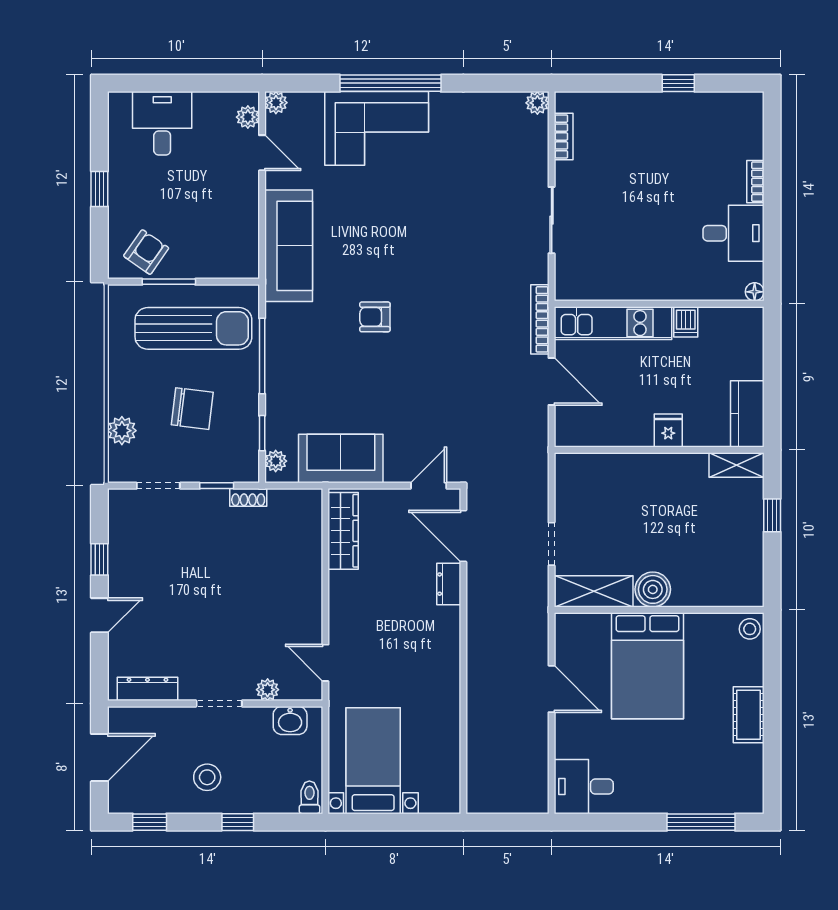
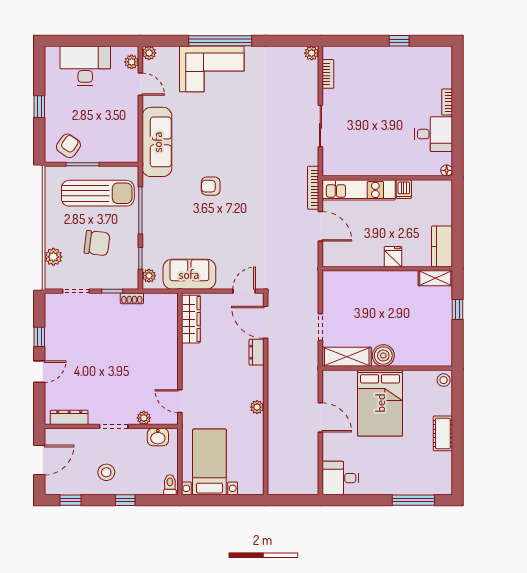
desk: (162, 123) -> (85, 66), width x1.37
plant: (450, 672) -> (257, 407), added

